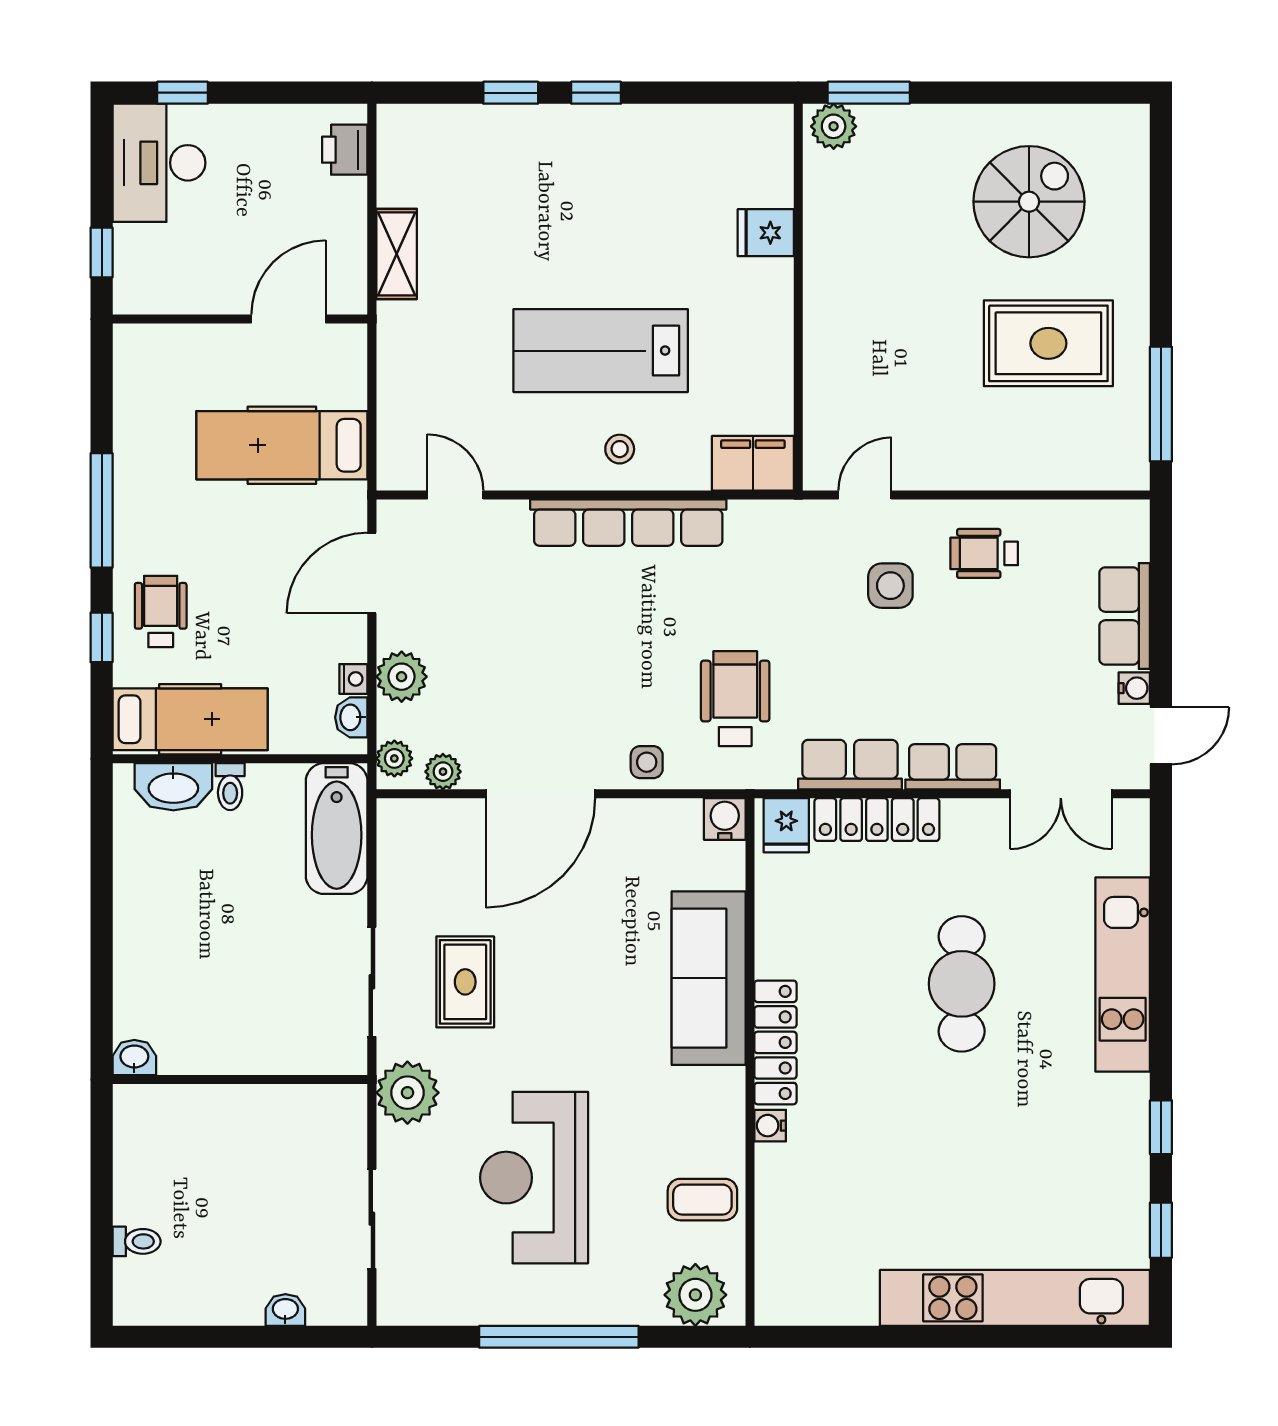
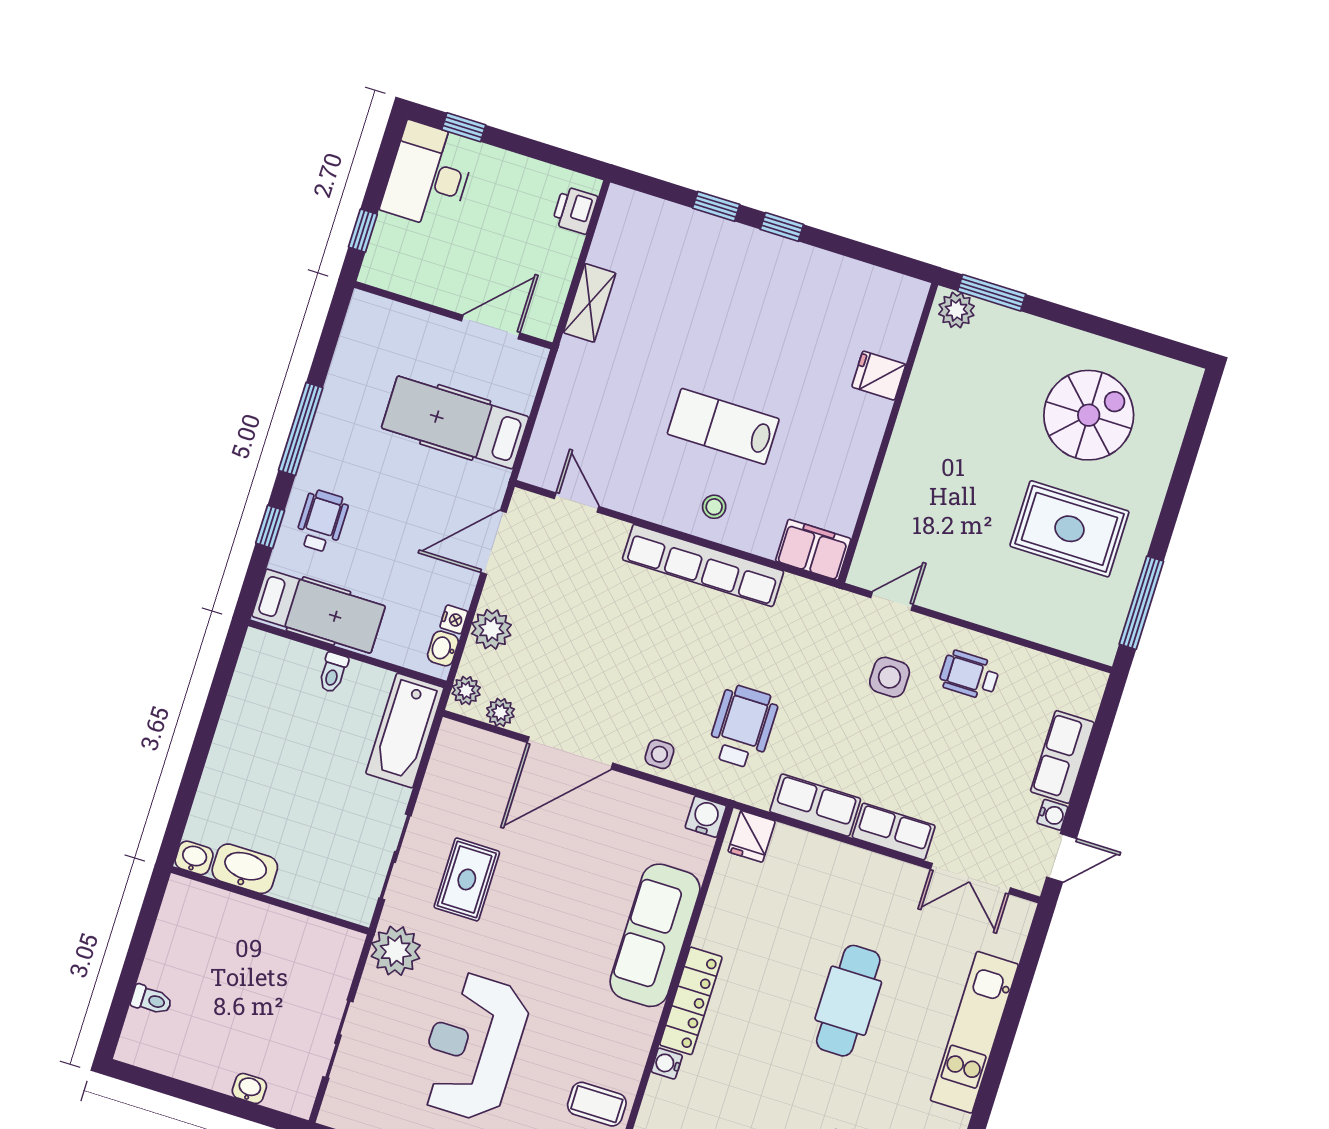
lab bench: (601, 351) -> (723, 426), width x0.73, depth x0.72
washbasin: (173, 787) -> (245, 869), moved, turned 180
locker: (877, 820) -> (823, 854), removed

